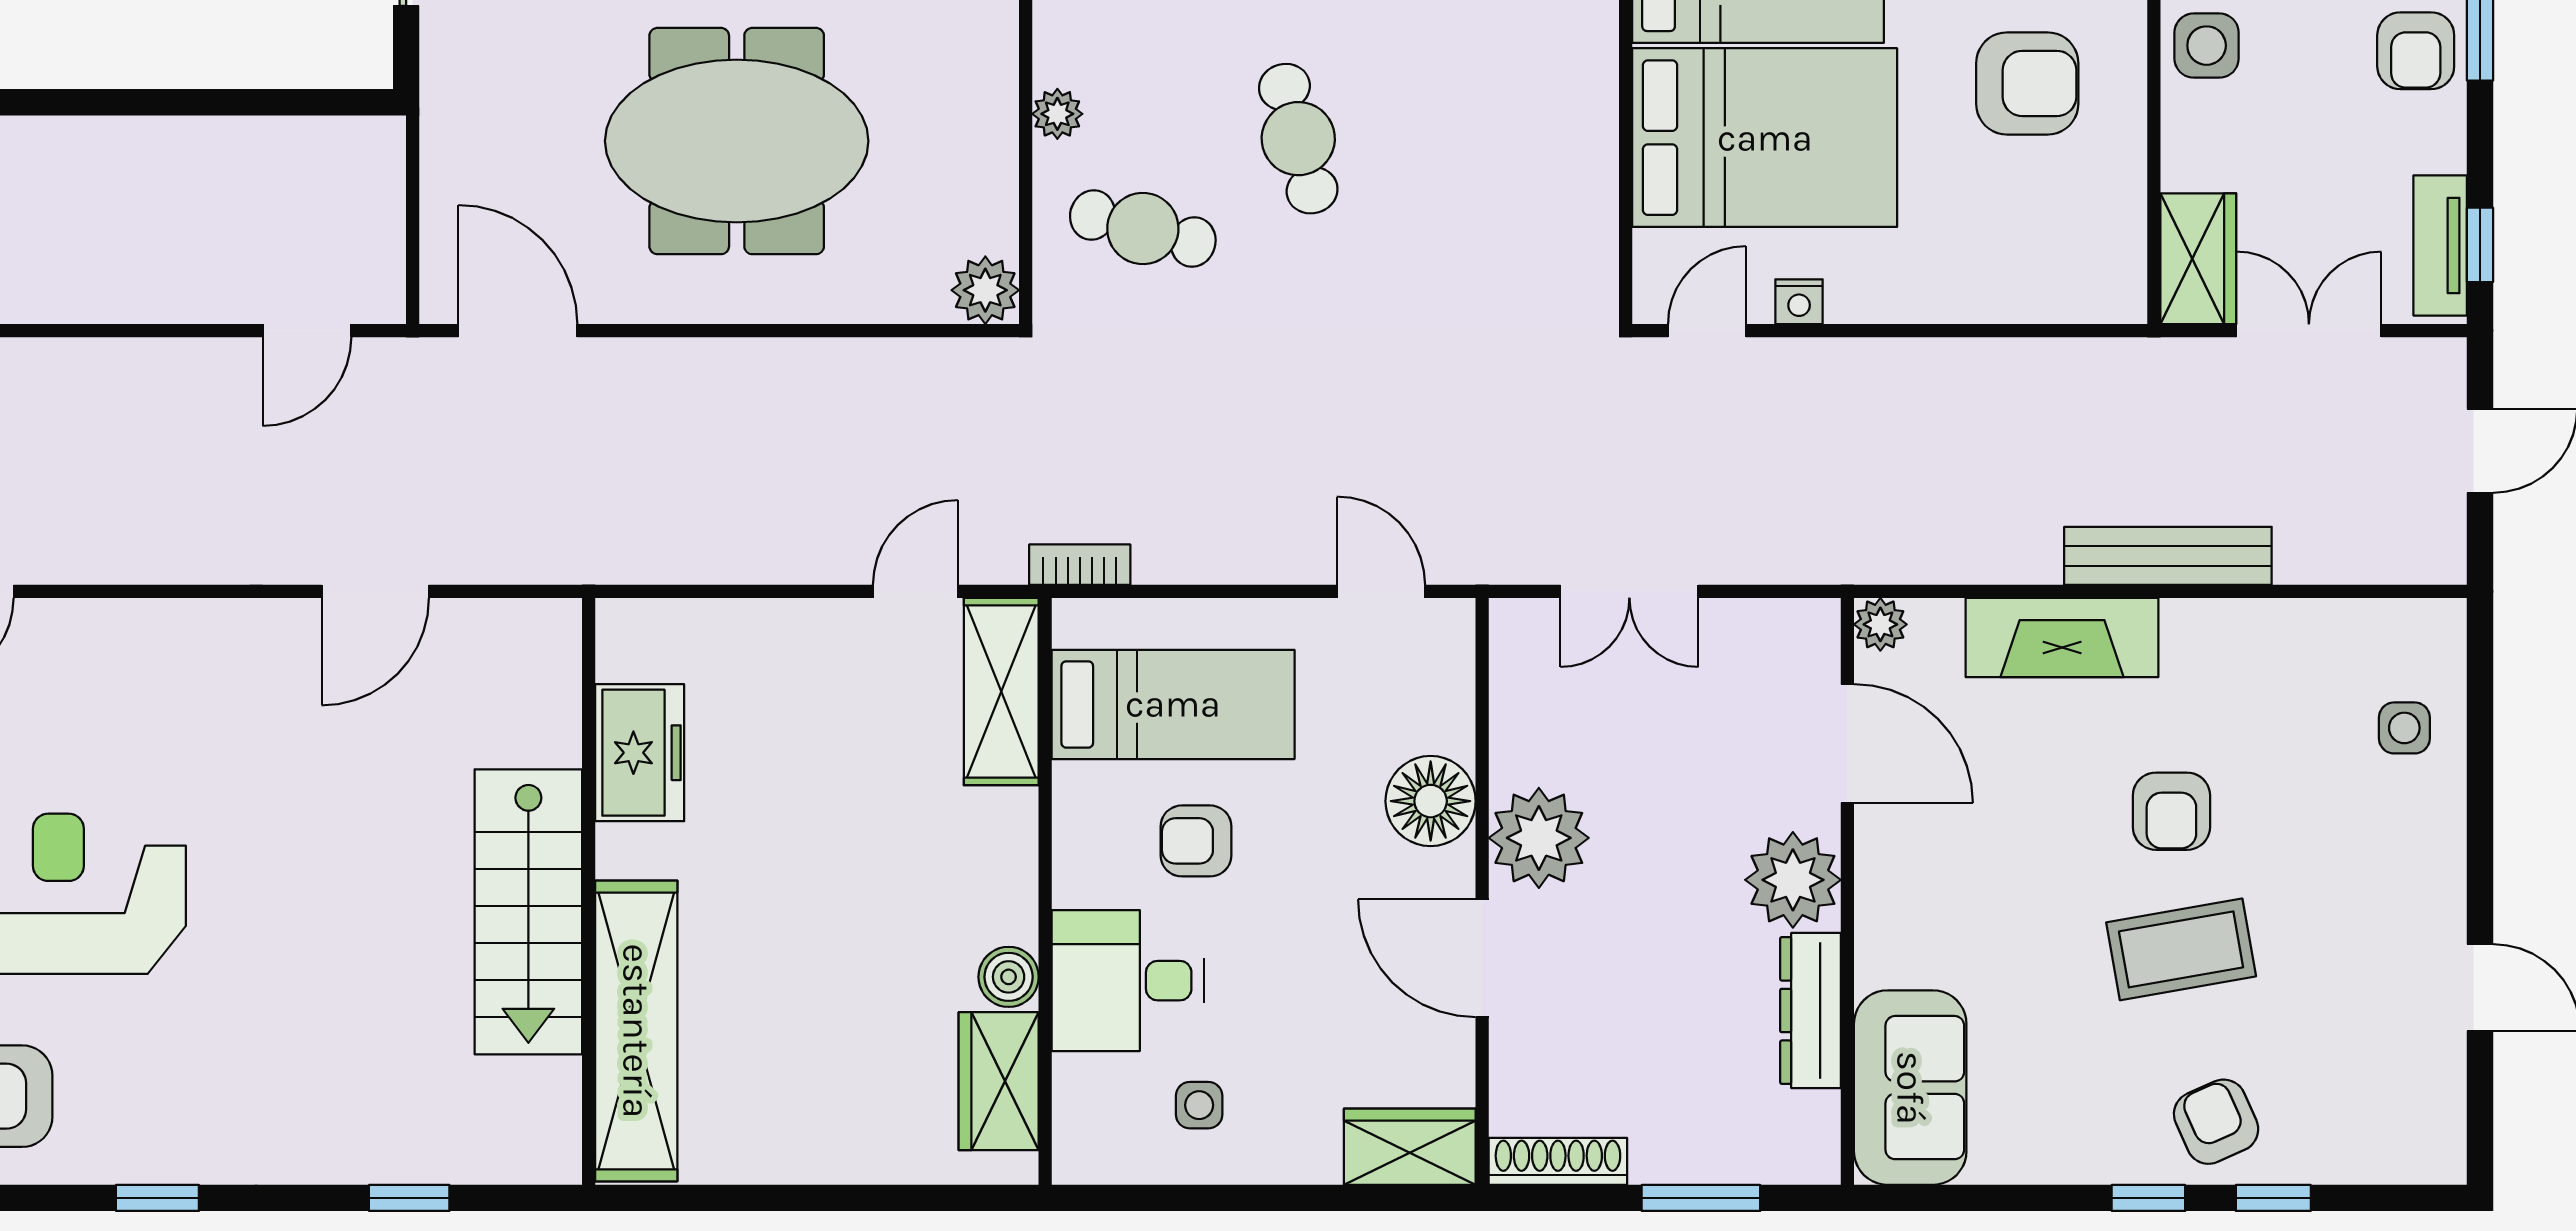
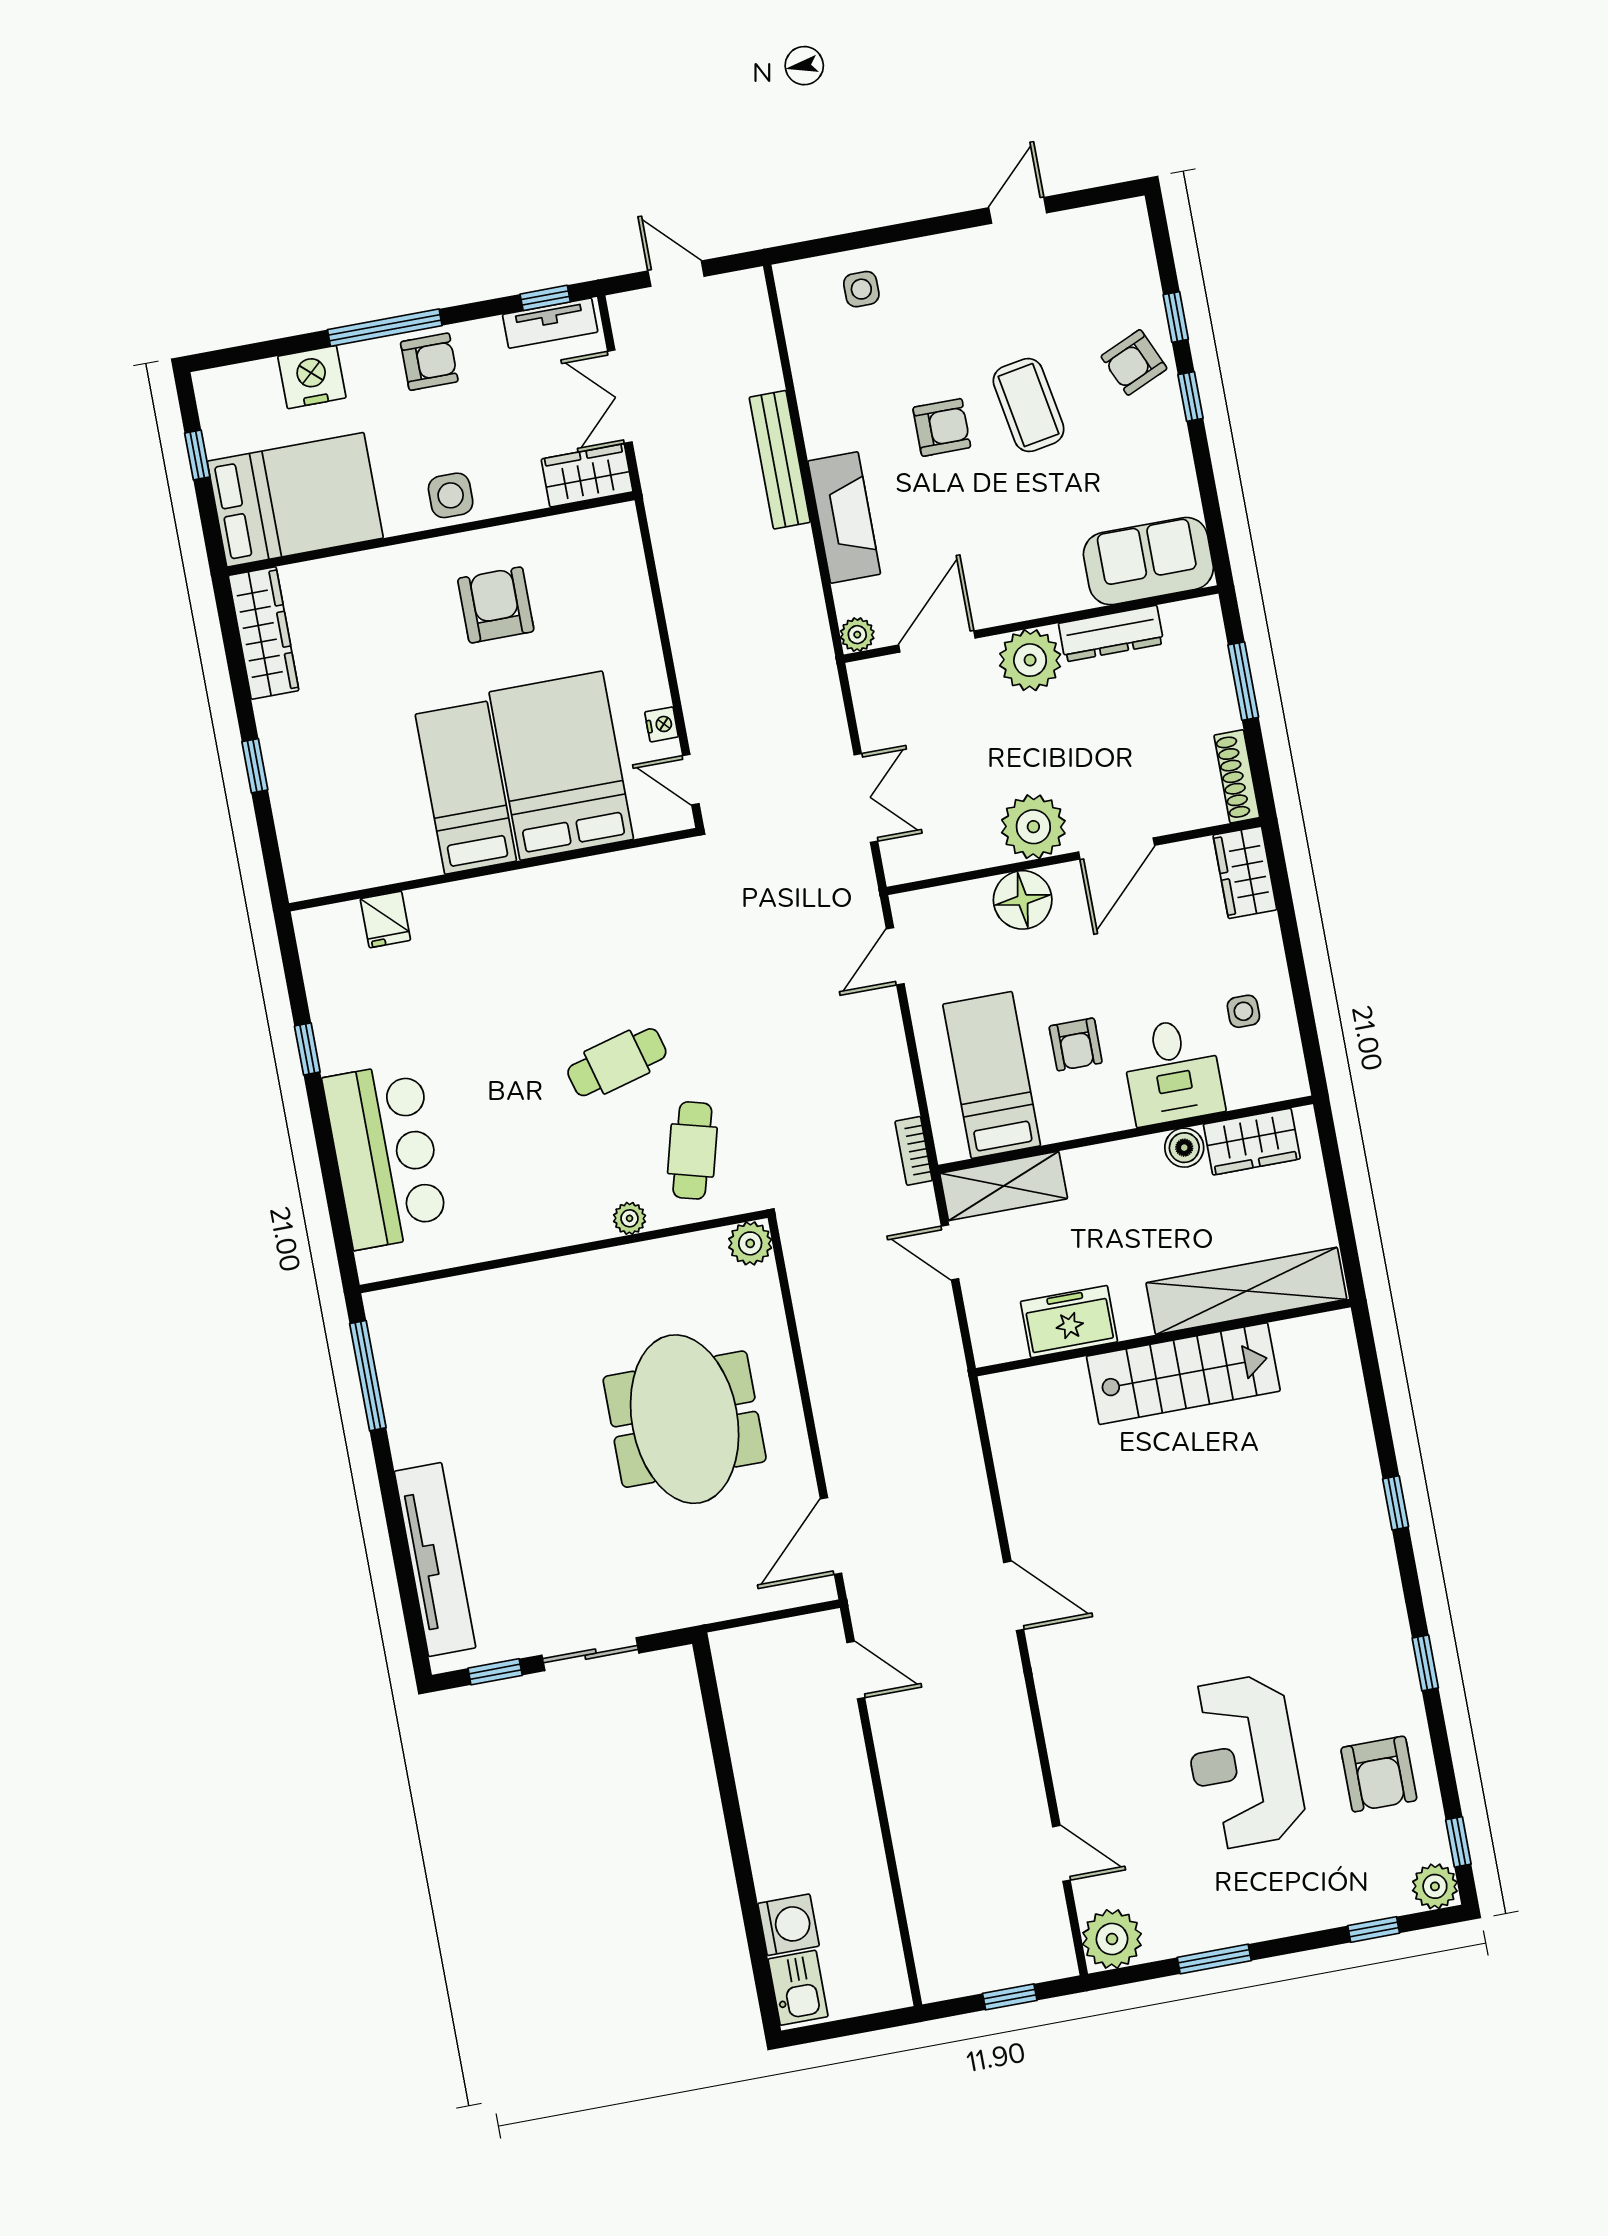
freezer: (640, 753) -> (1069, 1322), moved
wall: (589, 891) -> (1163, 1338), moved
stairs: (528, 912) -> (1183, 1374), moved
shelving: (636, 1031) -> (1246, 1291), moved

